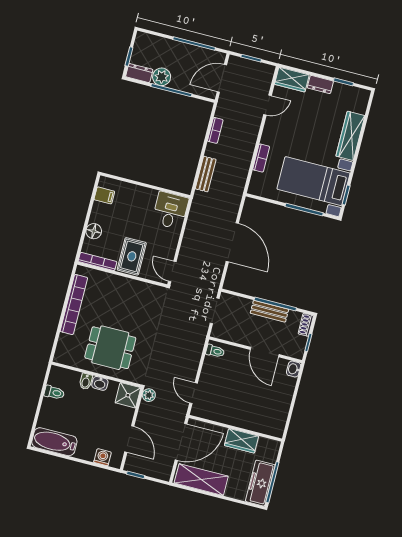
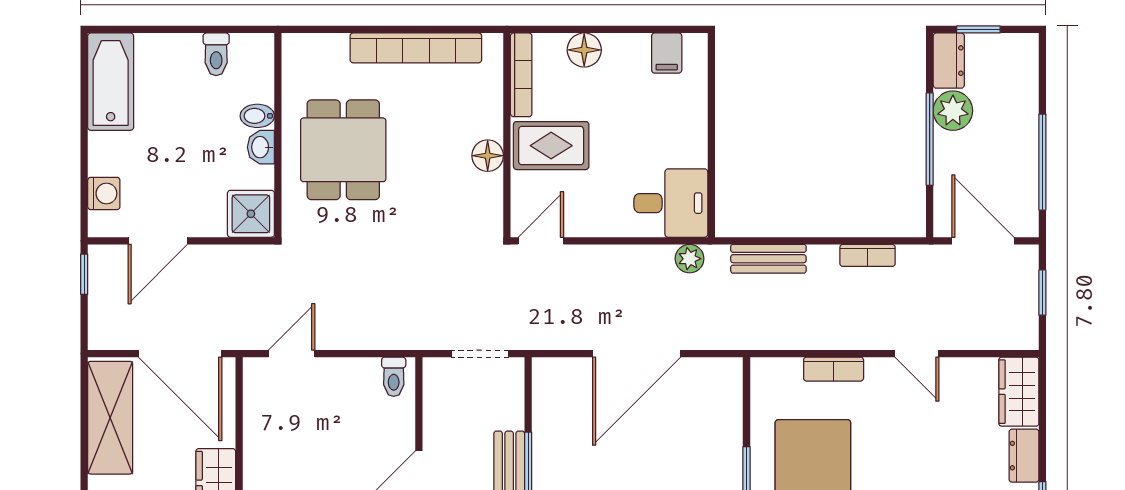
door: (268, 105) -> (917, 354), moved
floor lamp: (129, 285) -> (488, 156), added
plant: (149, 395) -> (690, 259), moved

